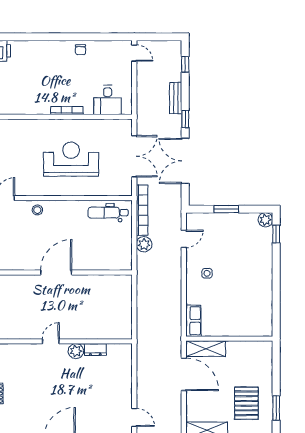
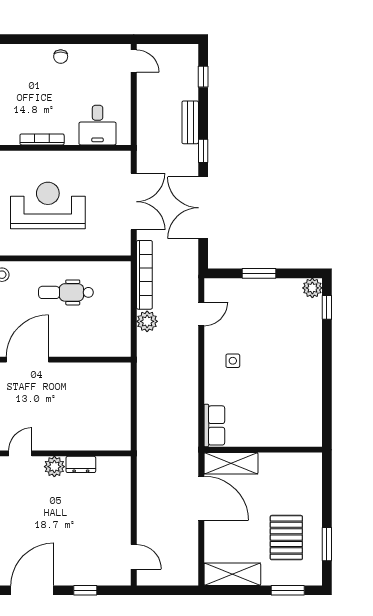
dental chair: (108, 213) -> (66, 292), moved

